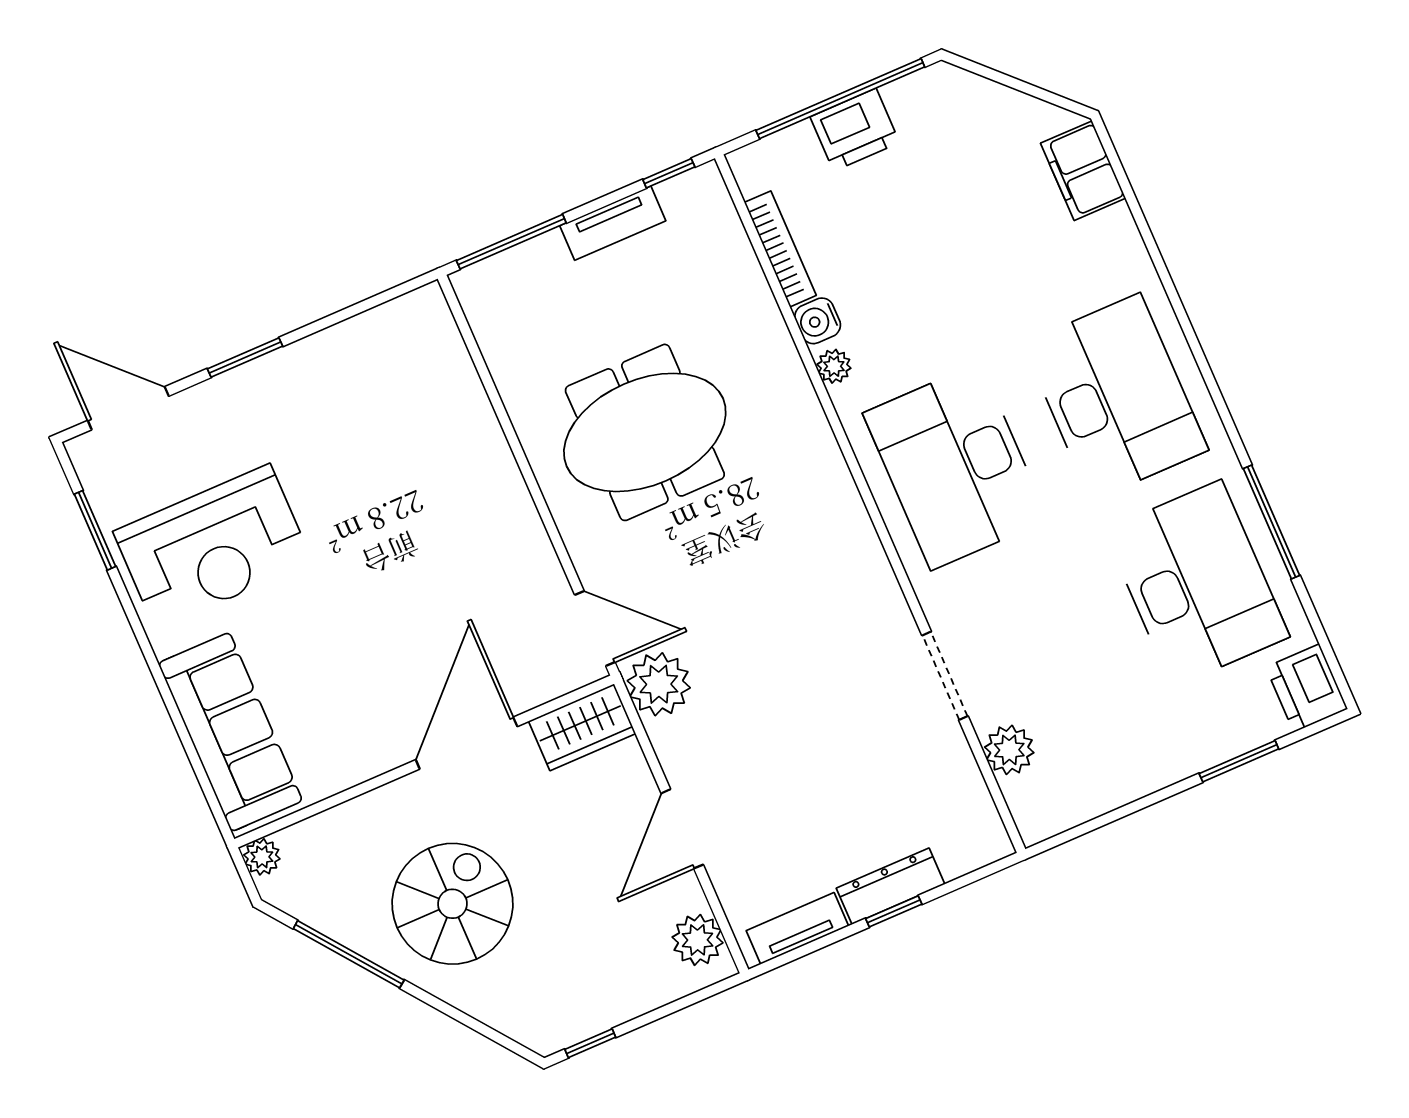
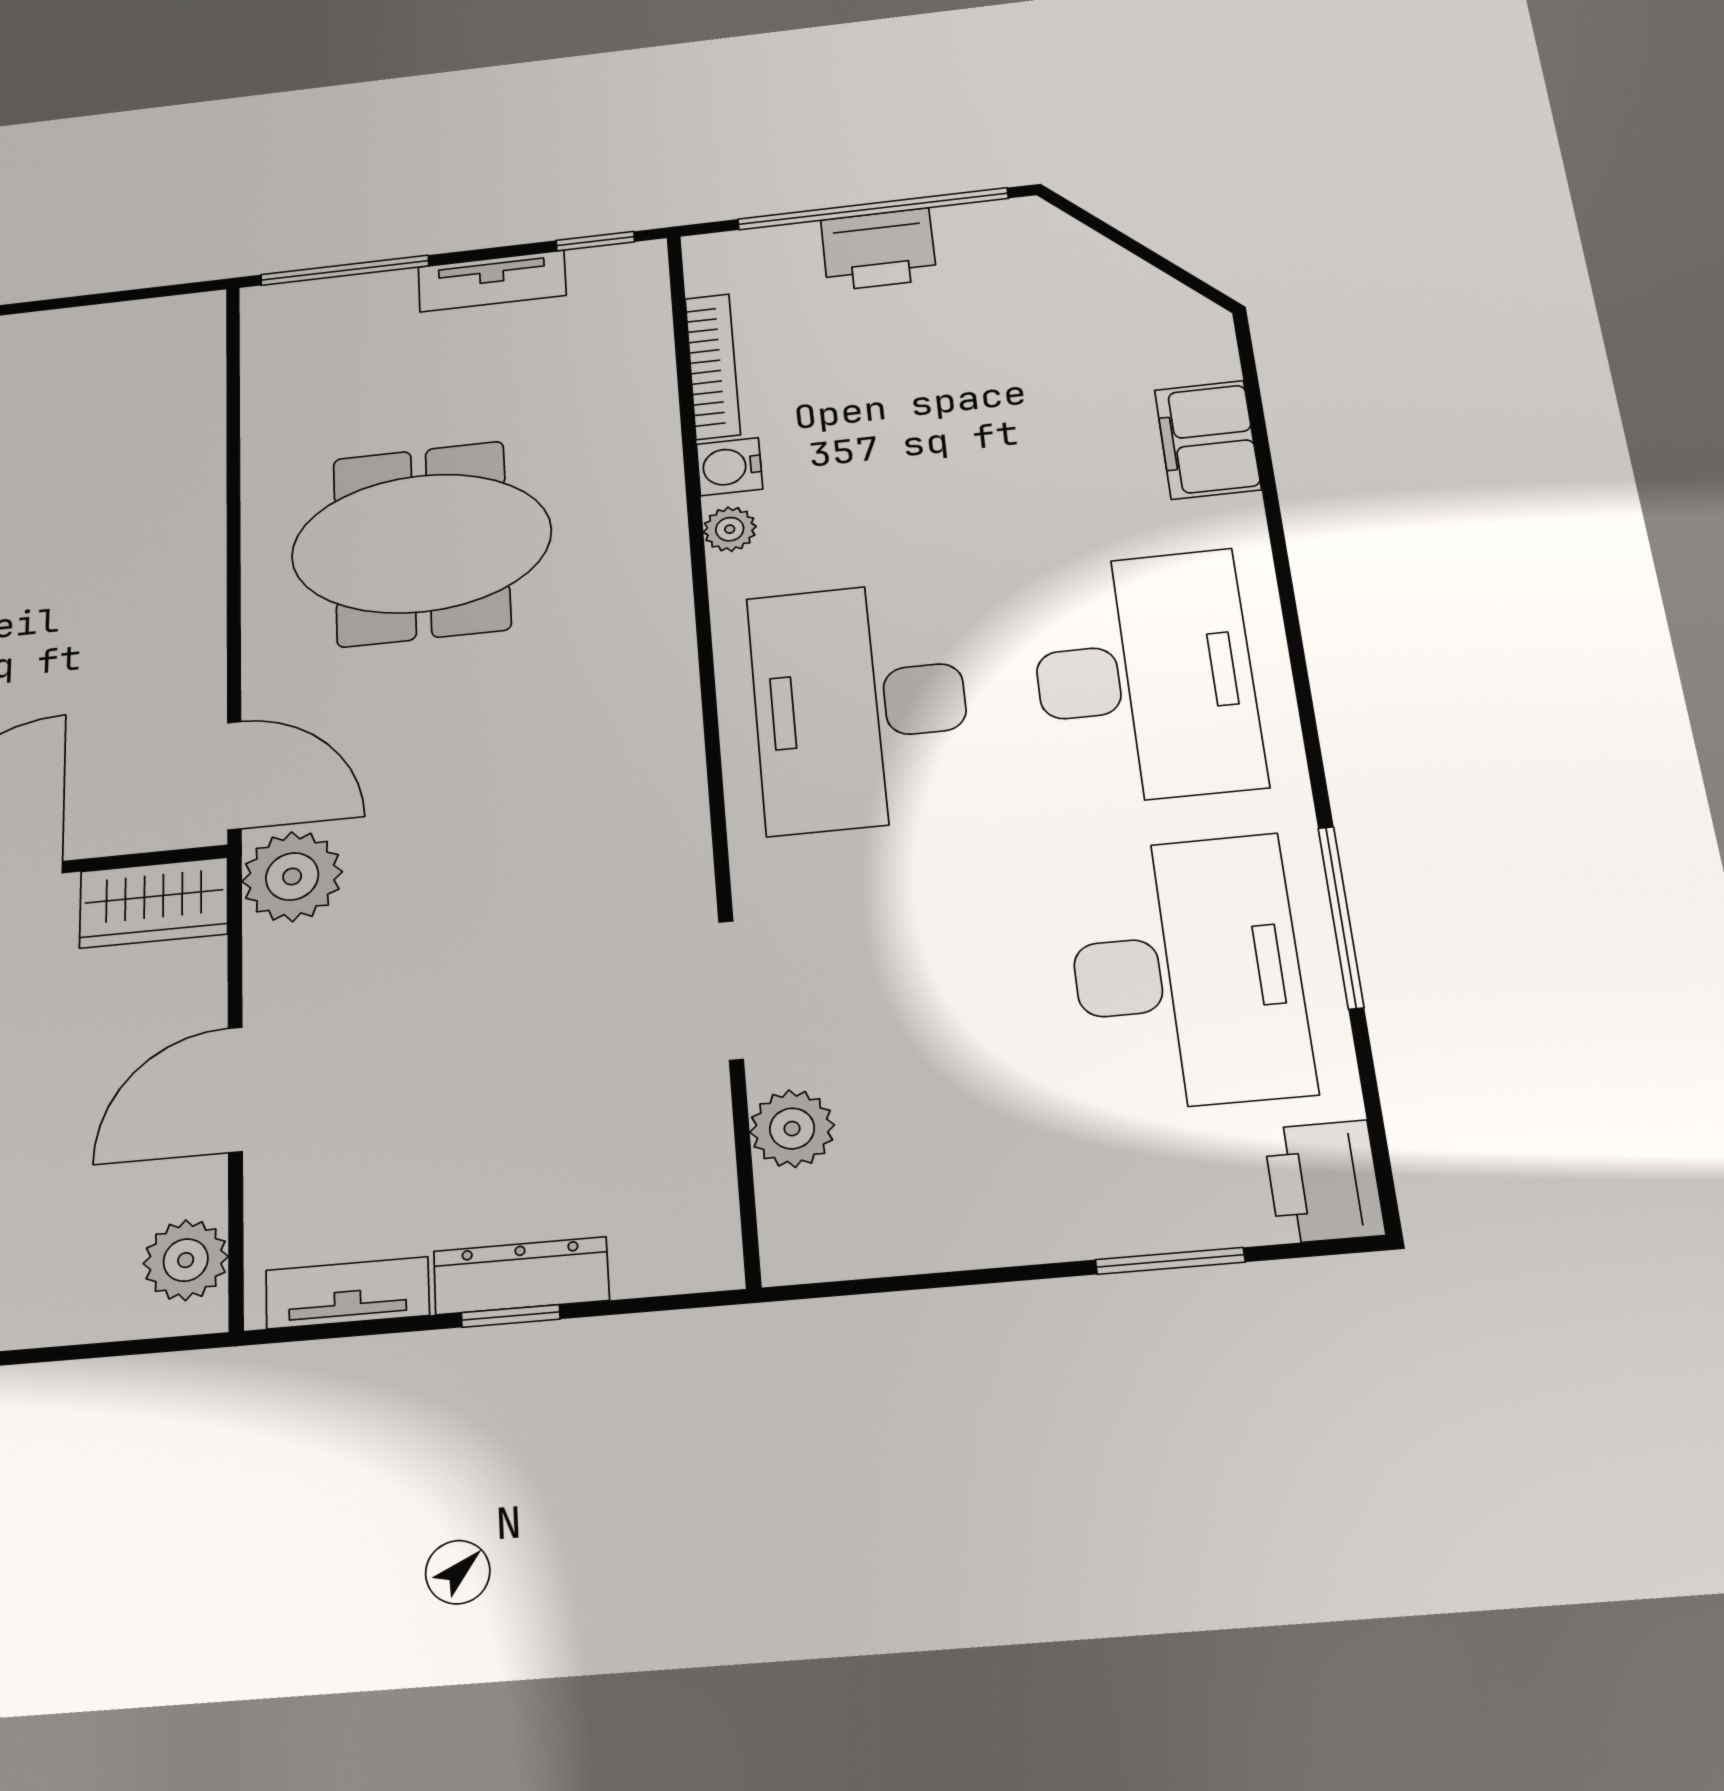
filing cabinet: (1083, 171) -> (1208, 440), moved

